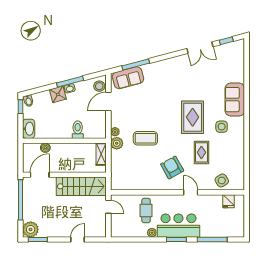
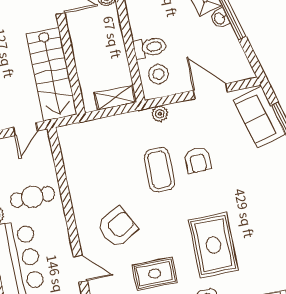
stool: (99, 86) -> (158, 74), moved
armchair: (144, 116) -> (198, 160), added
rug: (193, 117) -> (213, 245), turned 90
plant: (117, 143) -> (140, 121), removed
door: (191, 192) -> (80, 269), hinge flipped

